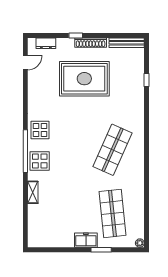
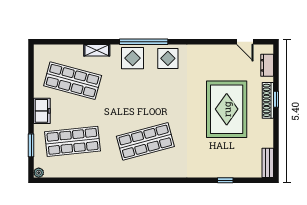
shoe rack: (91, 43) -> (268, 100), moved
bench: (127, 43) -> (268, 163), width x0.73
shop shelf: (112, 150) -> (145, 141), turned -39
shop shelf: (59, 213) -> (73, 81), added
window: (101, 250) -> (31, 145), moved

